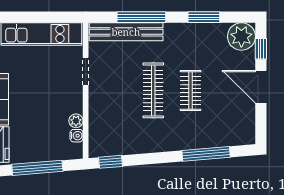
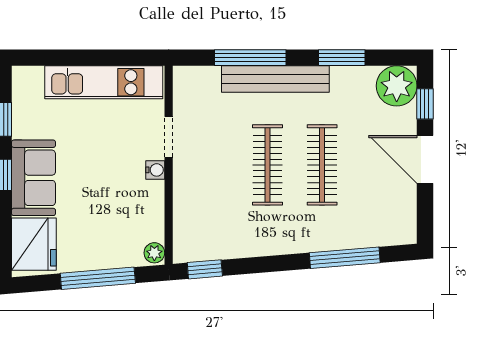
bench: (126, 32) -> (275, 79), moved
clothes rail: (190, 90) -> (322, 165), width x1.36
plant: (76, 121) -> (154, 253), moved
water cooler: (77, 136) -> (155, 170), moved

